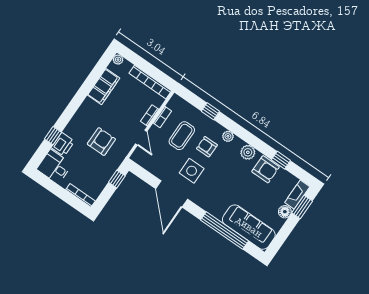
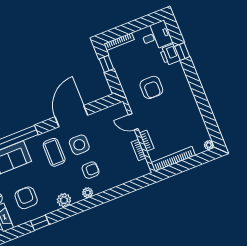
filing cabinet: (104, 87) -> (195, 119), removed
window: (210, 111) -> (117, 192), removed
coffee table: (182, 136) -> (54, 152), moved
armchair: (266, 169) -> (26, 198), moved, turned 90
window: (117, 179) -> (106, 64), moved
door: (172, 194) -> (71, 116), hinge flipped

